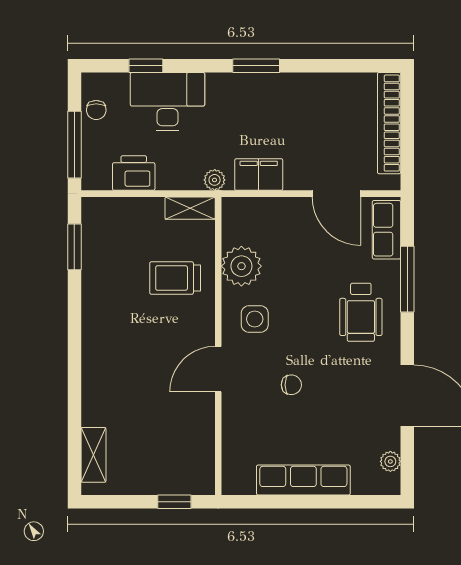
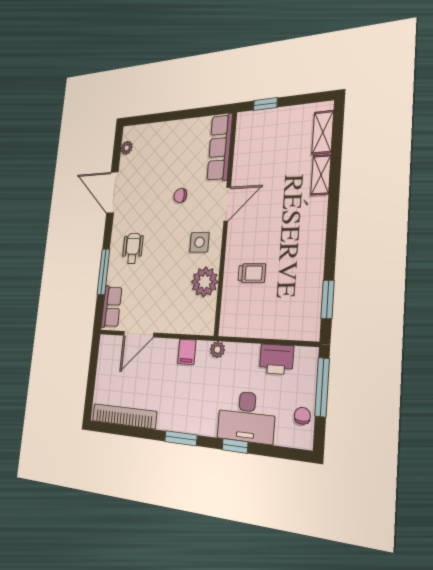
window: (146, 66) -> (235, 446), moved
bookcase: (389, 123) -> (124, 416), moved, turned -90
filing cabinet: (259, 175) -> (187, 352), width x0.50
door: (336, 194) -> (139, 334), swing flipped
shelving: (190, 208) -> (321, 175), moved, turned 90
trolley: (175, 278) -> (252, 273), width x0.73, depth x0.72
wheelchair: (361, 312) -> (133, 248), width x0.73, depth x0.73
row of seats: (303, 480) -> (220, 147), moved, turned 90

